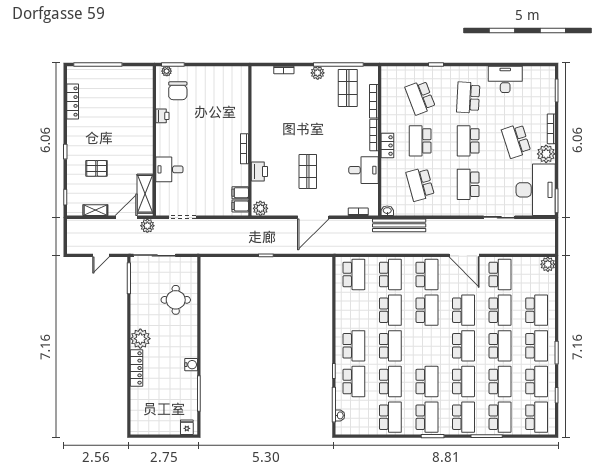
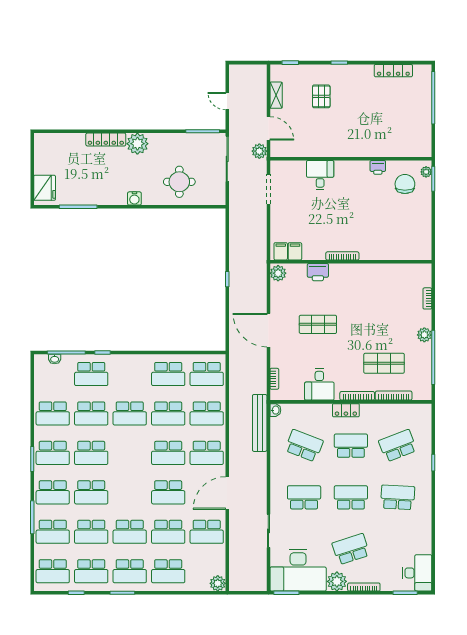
desk: (505, 79) -> (417, 573), moved
shop shelf: (348, 88) -> (384, 363), moved
chair: (178, 91) -> (405, 184), turned 90
school desk: (420, 184) -> (304, 446), turned 36
shelving: (145, 194) -> (294, 149), removed
school desk: (354, 346) -> (168, 374), moved
school desk: (464, 346) -> (130, 492), removed
water cooler: (191, 365) -> (134, 198), moved
fridge: (187, 427) -> (45, 188), width x1.88, depth x1.34

